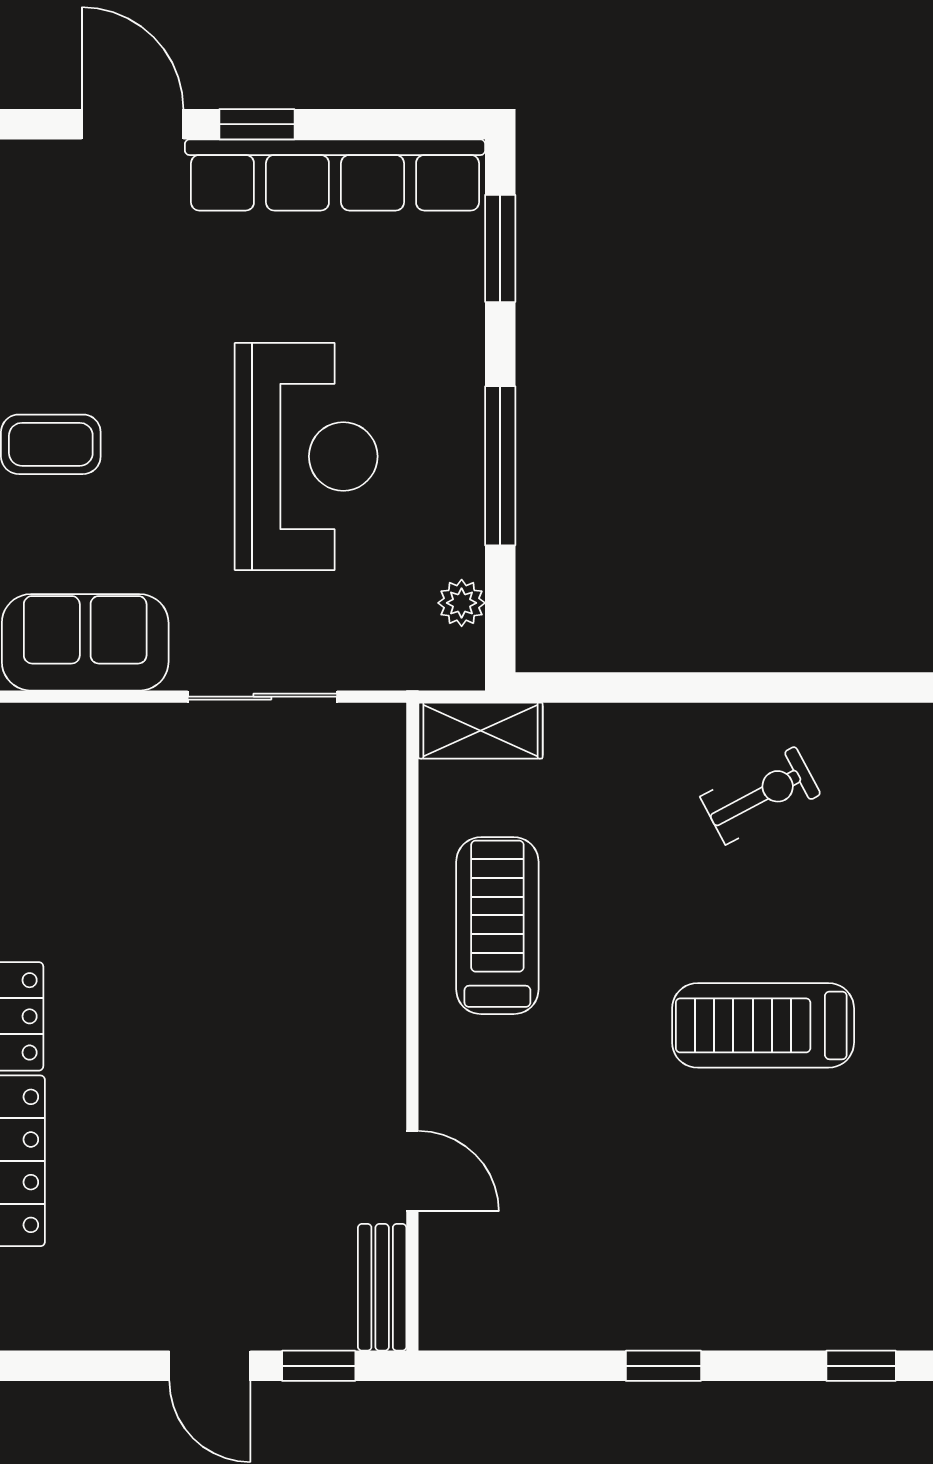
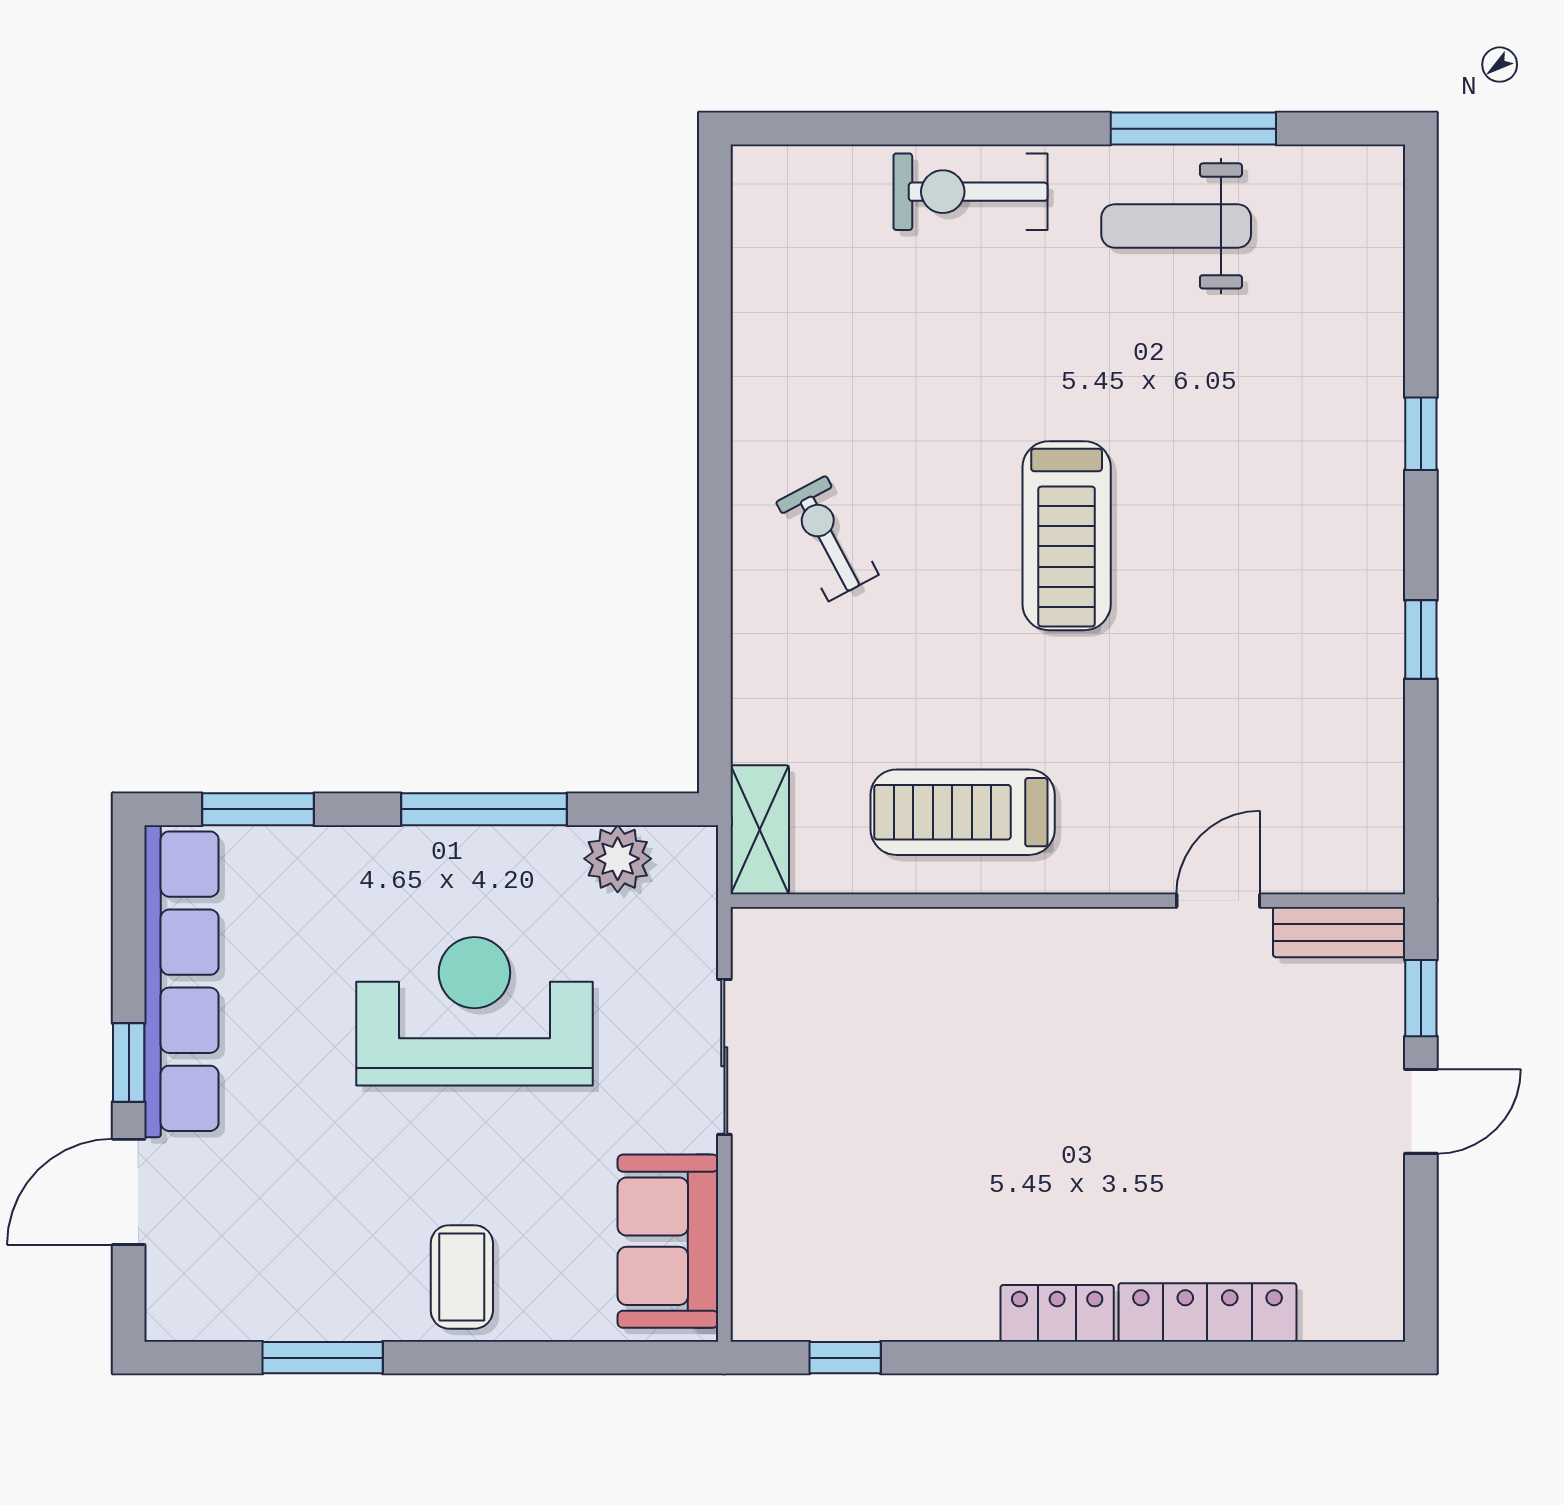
plant: (462, 603) -> (618, 859), width x1.38, depth x1.38

